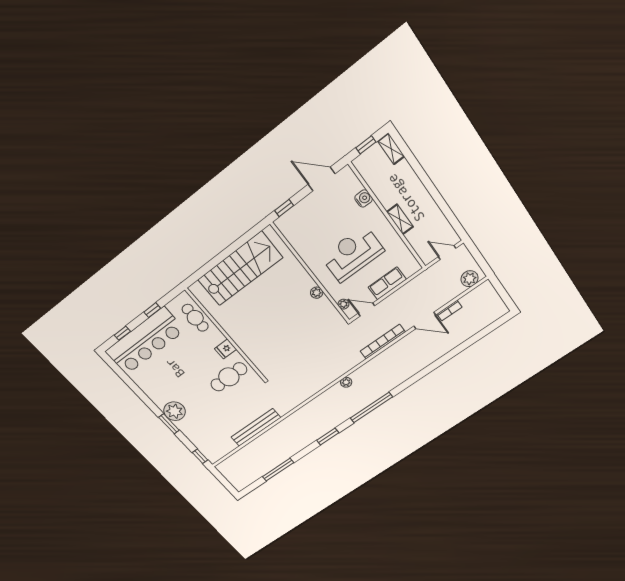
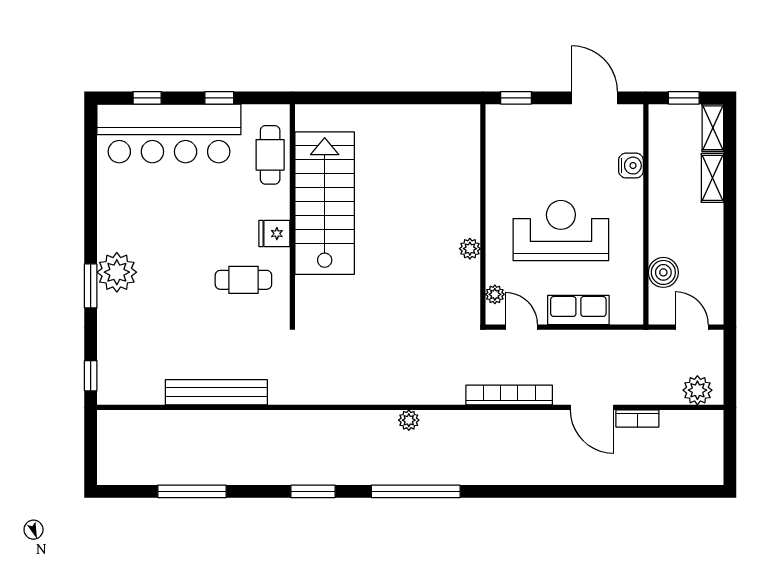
shelving: (400, 219) -> (713, 178), moved
boiler: (416, 237) -> (663, 272), added
stairs: (240, 269) -> (325, 203), moved, turned -90
cafe table: (229, 377) -> (243, 280), width x0.73, depth x0.74

